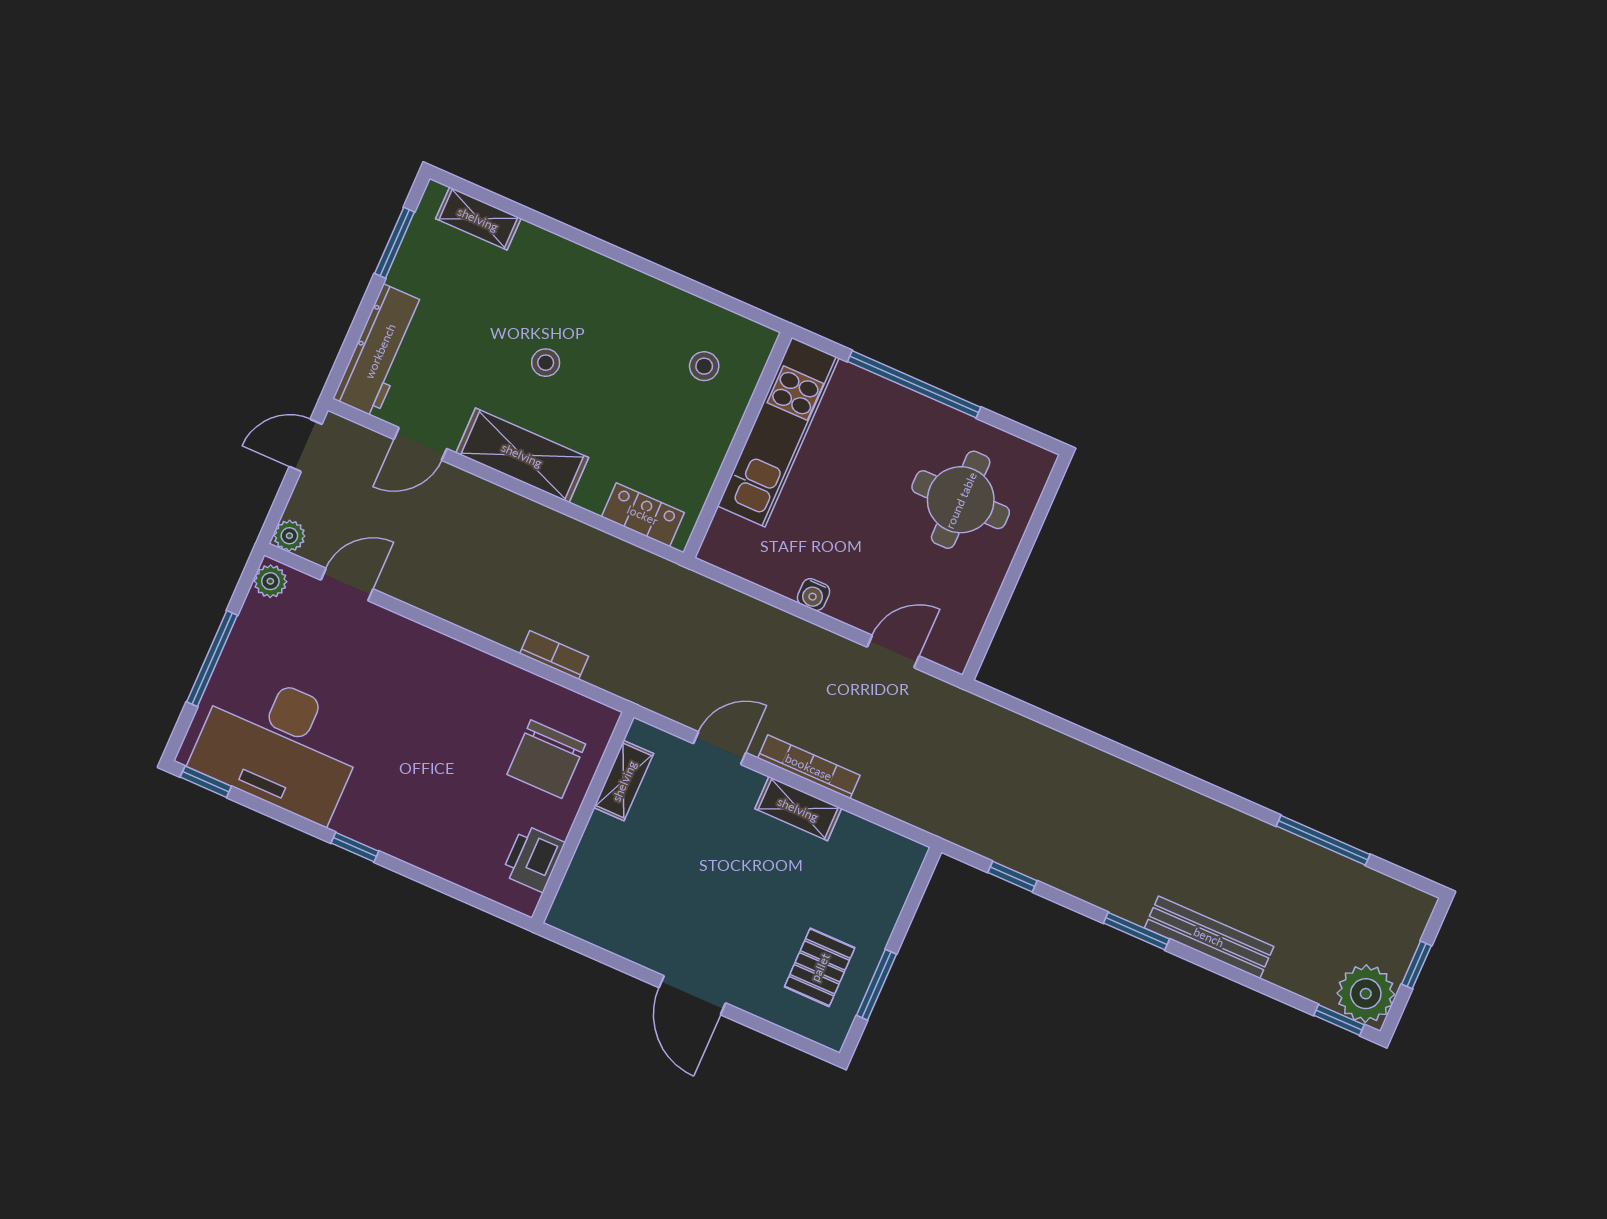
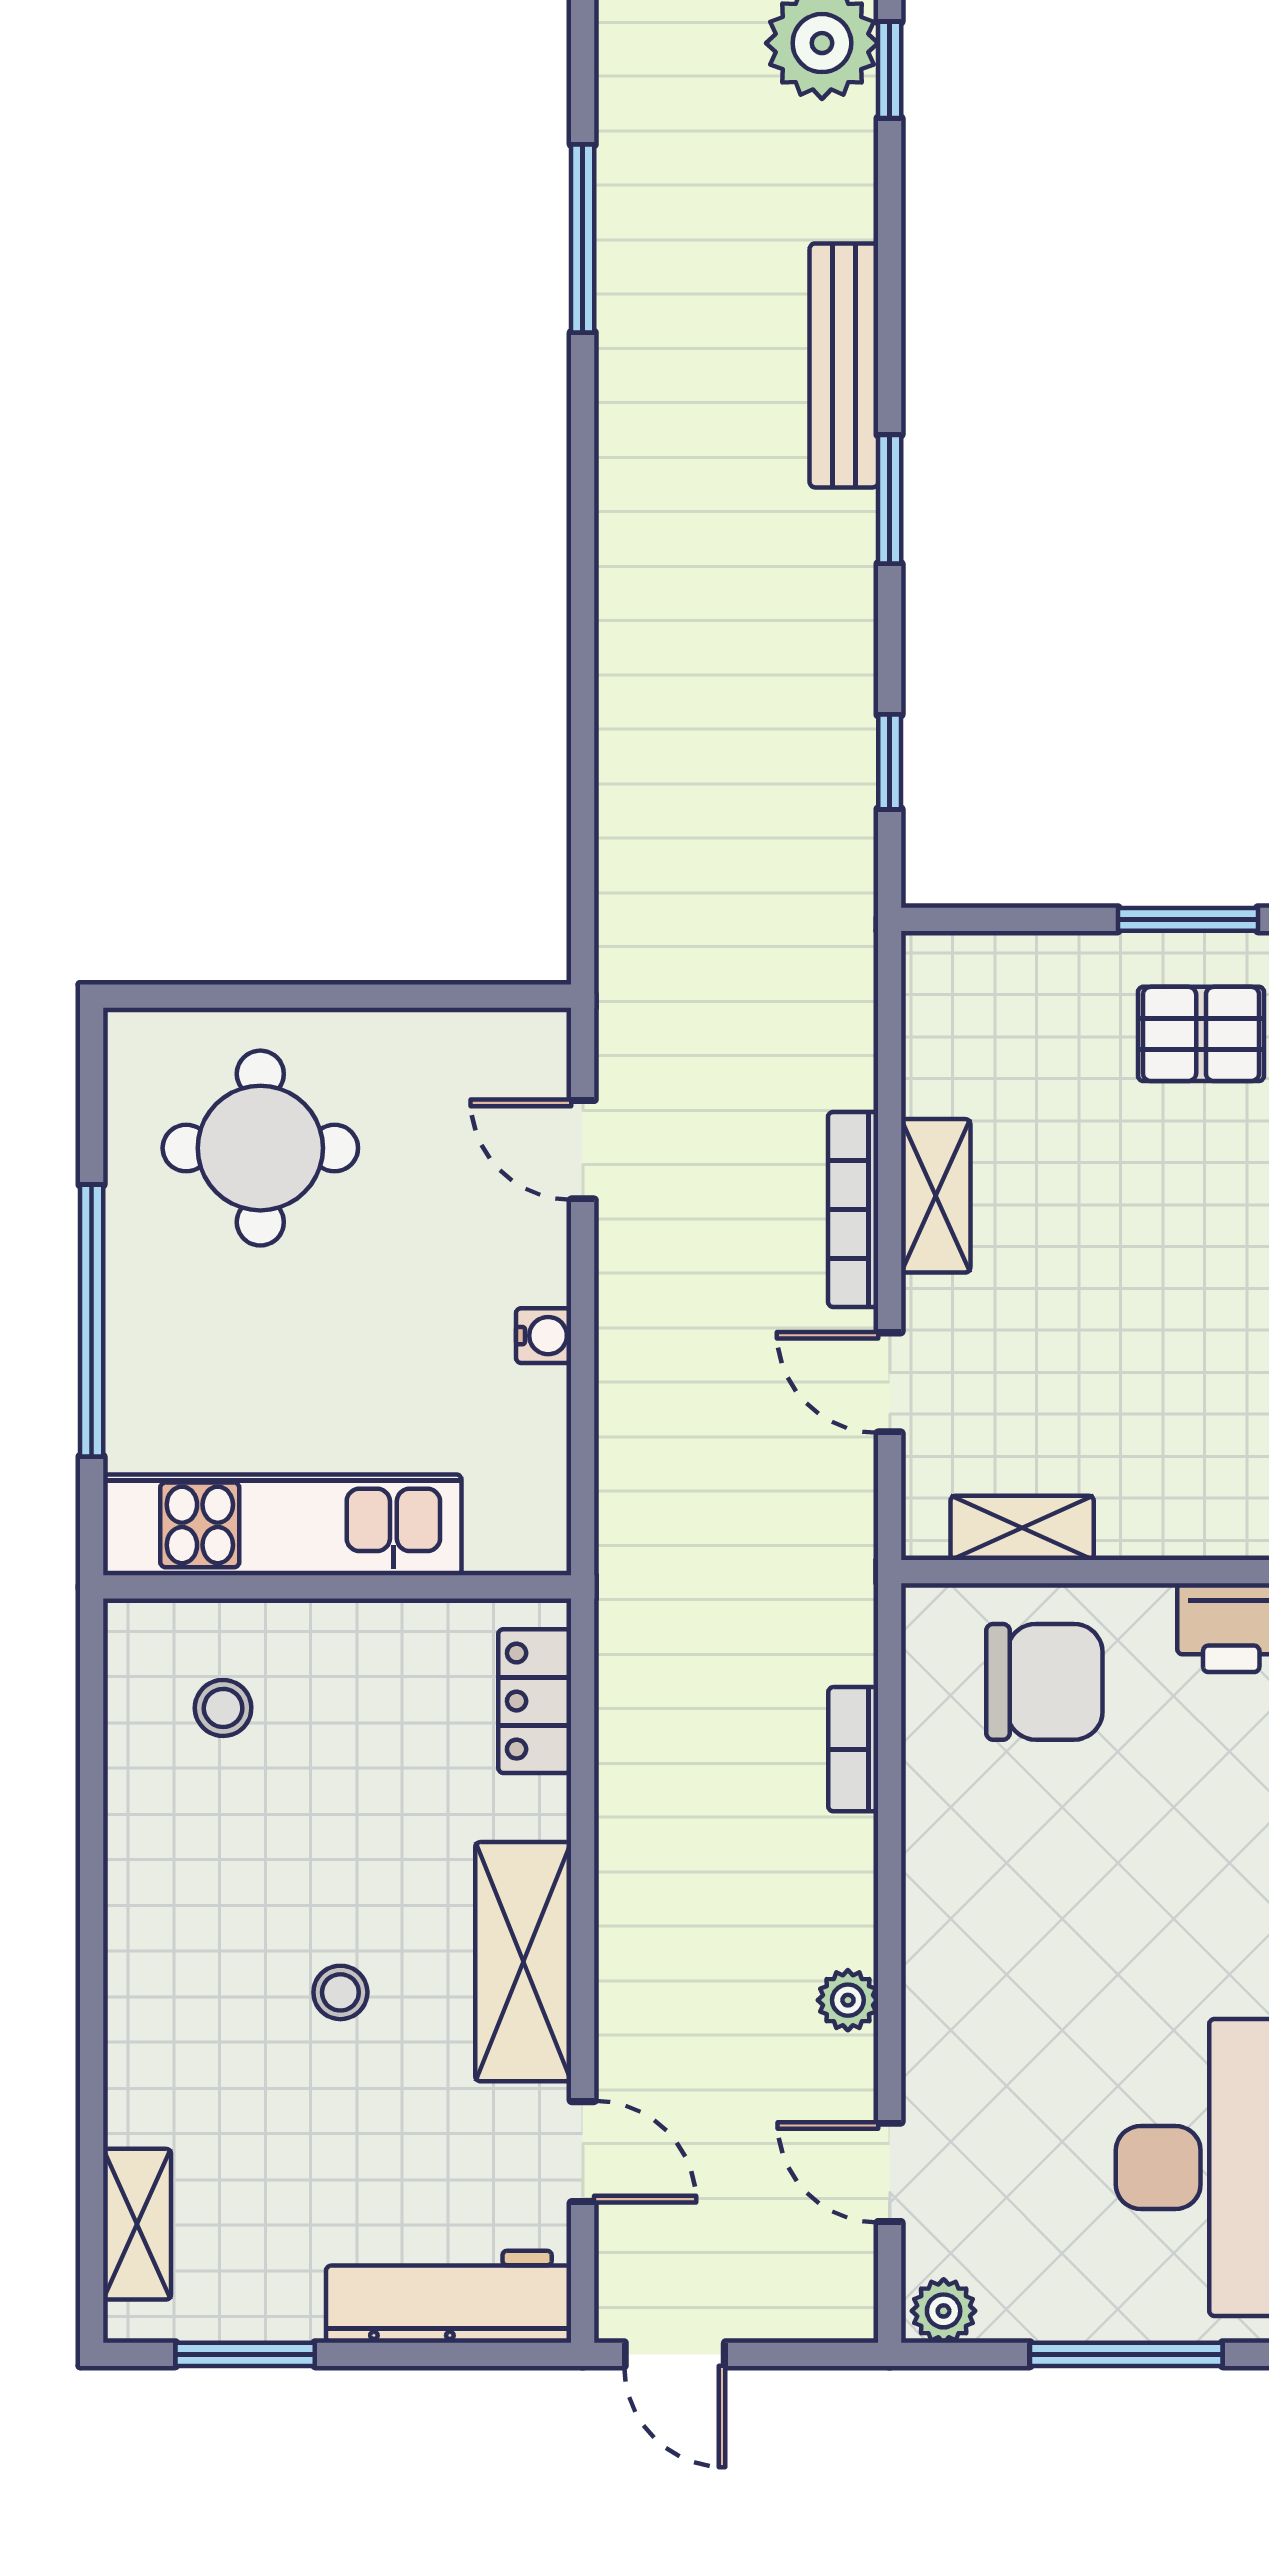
plant: (289, 536) -> (848, 2000), moved

